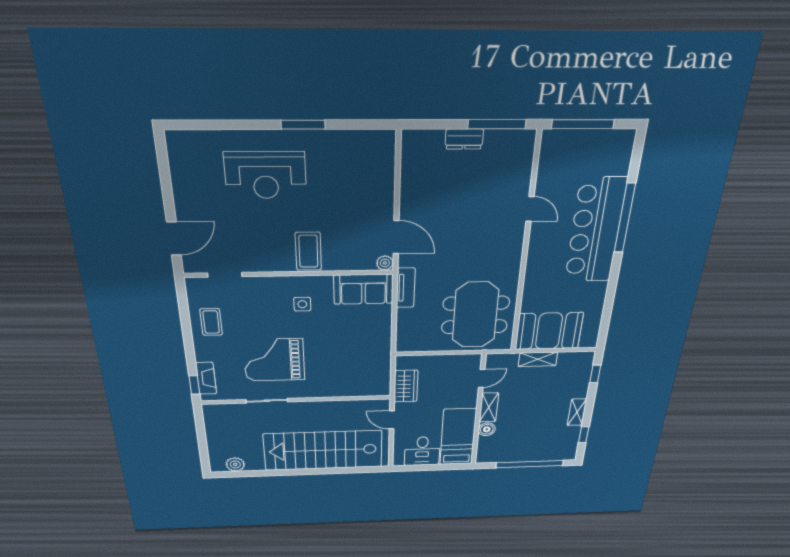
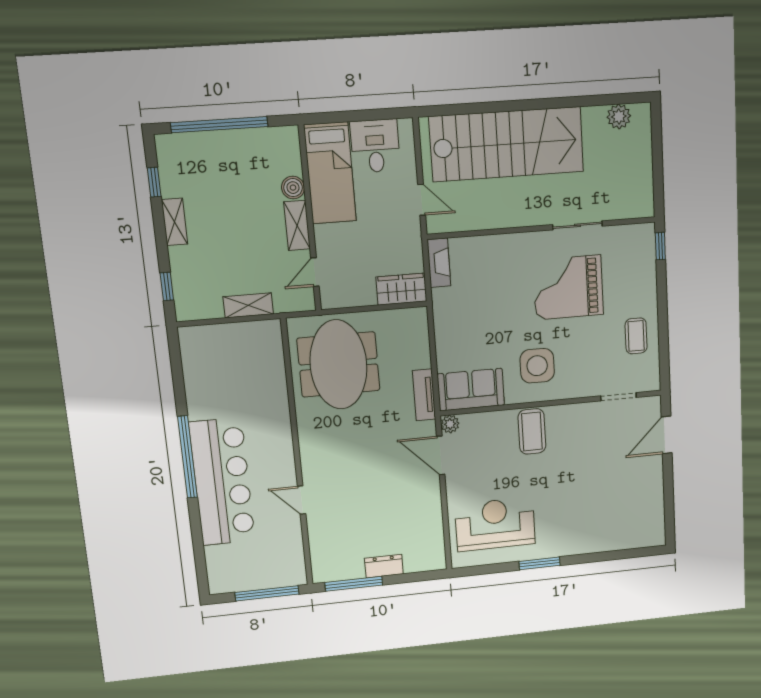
reception desk: (265, 175) -> (495, 524), moved
window: (625, 218) -> (188, 457), moved
side table: (302, 304) -> (537, 366), width x1.87, depth x1.87
booth: (549, 331) -> (244, 348), removed
grand piano: (274, 360) -> (568, 287), turned 180
fireplace: (206, 378) -> (439, 263), moved, turned 180
wardrobe: (406, 386) -> (401, 289), moved, turned 90

